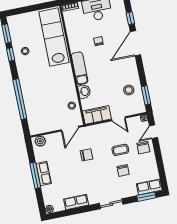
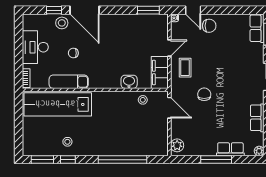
exam couch: (80, 68) -> (69, 82), moved
stool: (129, 90) -> (62, 23), moved
coffee table: (120, 150) -> (185, 68), moved
chair: (123, 170) -> (231, 55), removed
row of seats: (44, 173) -> (230, 149), moved

